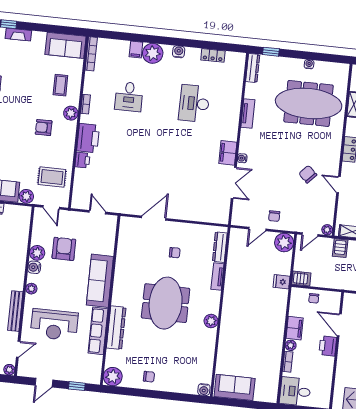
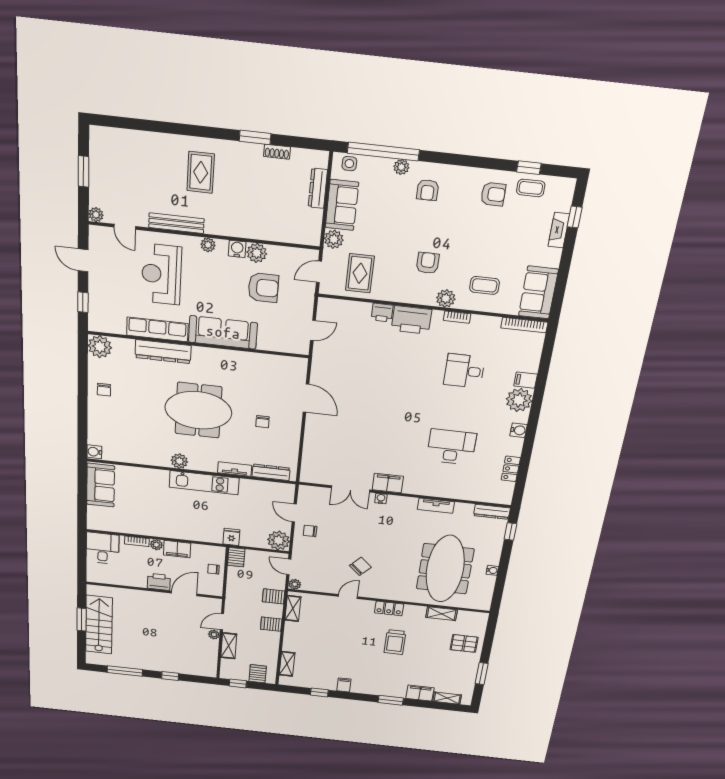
kitchen unit: (231, 302) -> (204, 483), added

